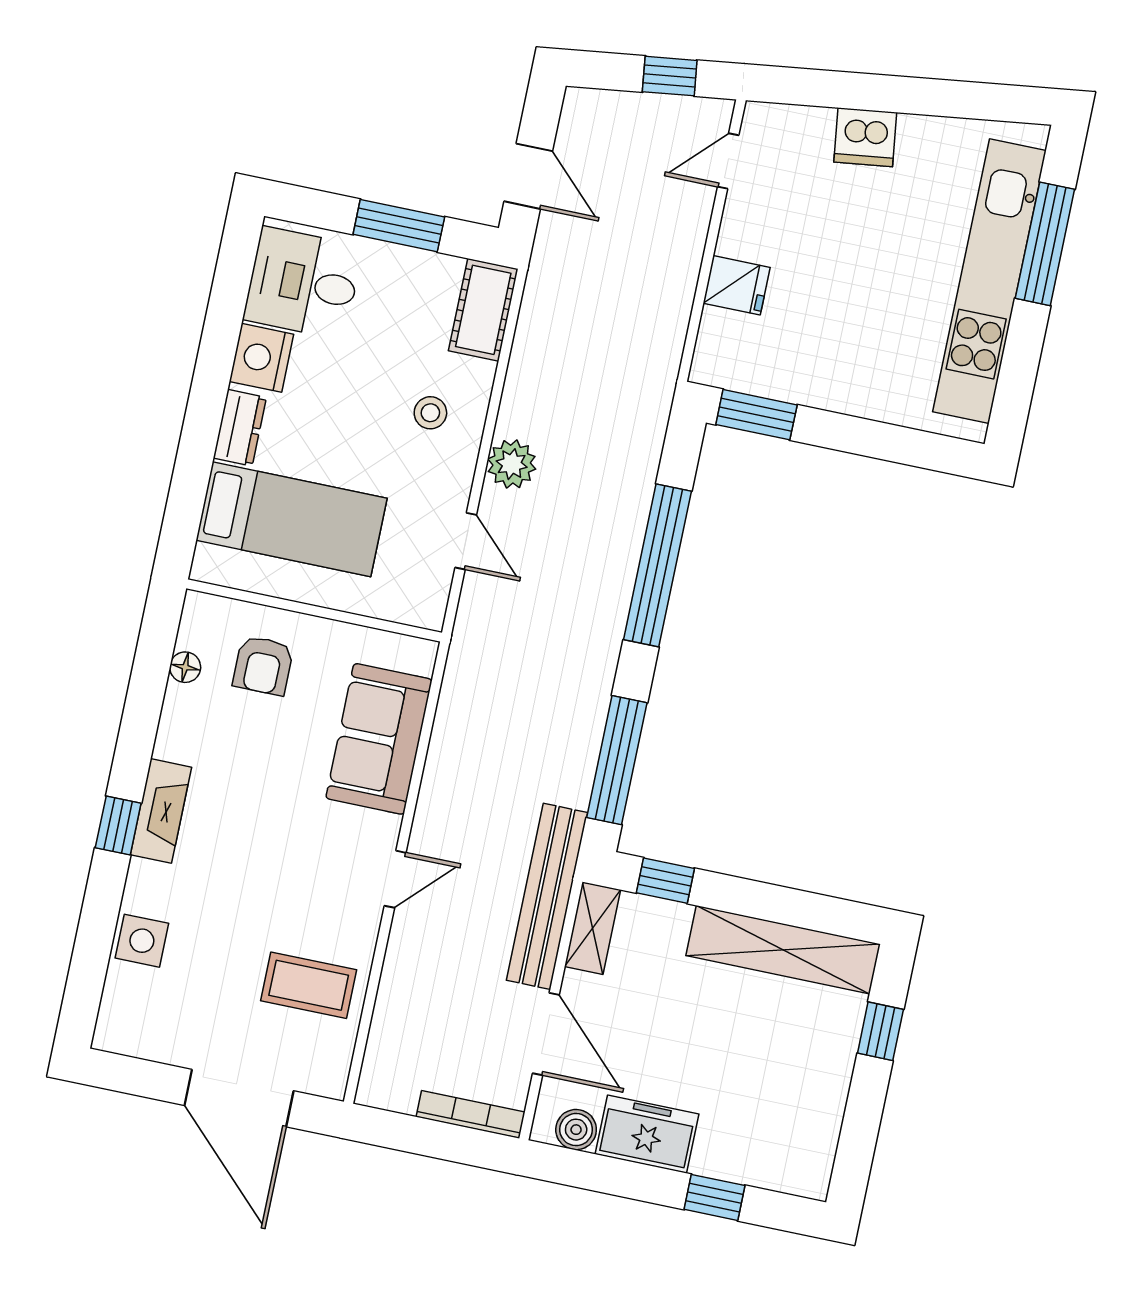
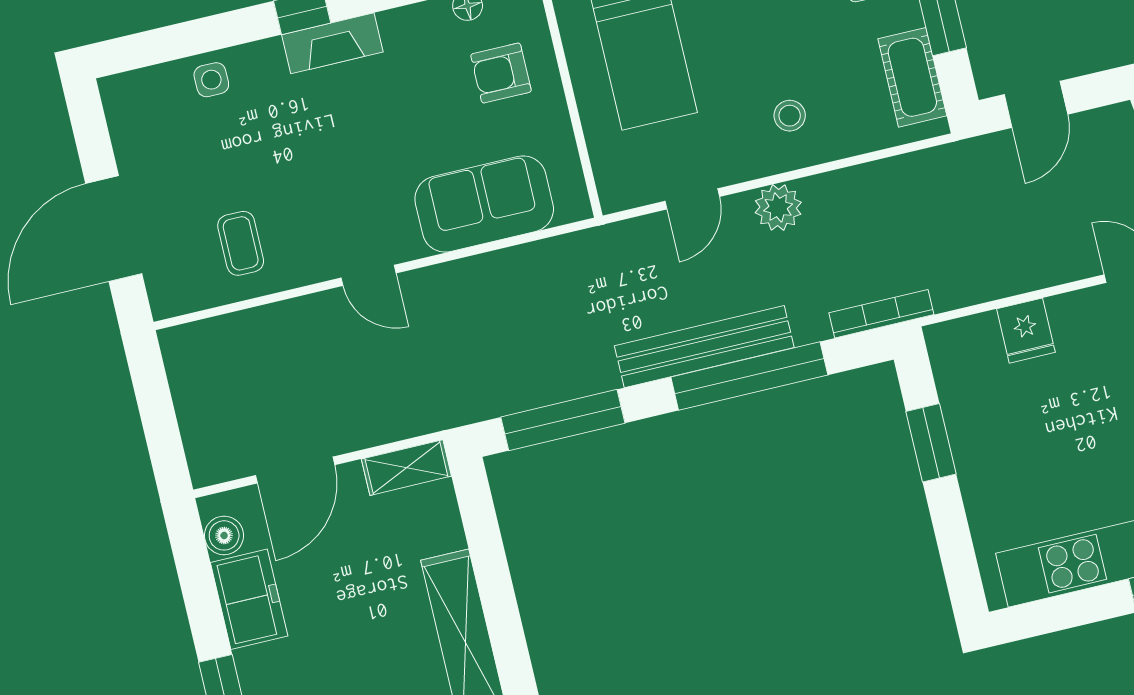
cot: (483, 310) -> (912, 77), moved, turned 90
window: (756, 415) -> (931, 443), moved
window: (665, 881) -> (478, 512), removed
bench: (547, 896) -> (704, 347), moved
side table: (142, 941) -> (211, 80), width x0.73, depth x0.73
coffee table: (309, 985) -> (241, 243), width x0.73, depth x0.77
bookcase: (471, 1114) -> (881, 314), moved, turned -90

